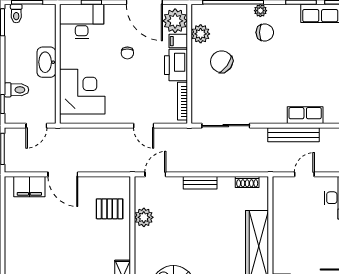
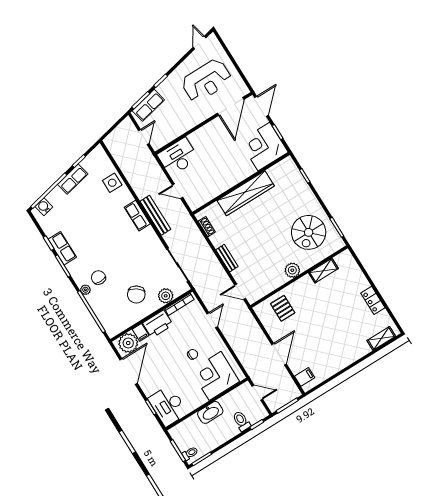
plant: (201, 34) -> (166, 296), moved
chair: (127, 53) -> (193, 354), moved
filing cabinet: (29, 187) -> (305, 377), width x0.50
plant: (144, 217) -> (292, 270), moved

